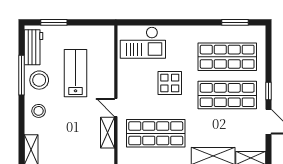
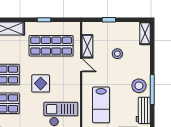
lab bench: (76, 73) -> (101, 105), moved
stool: (39, 111) -> (117, 54), moved

